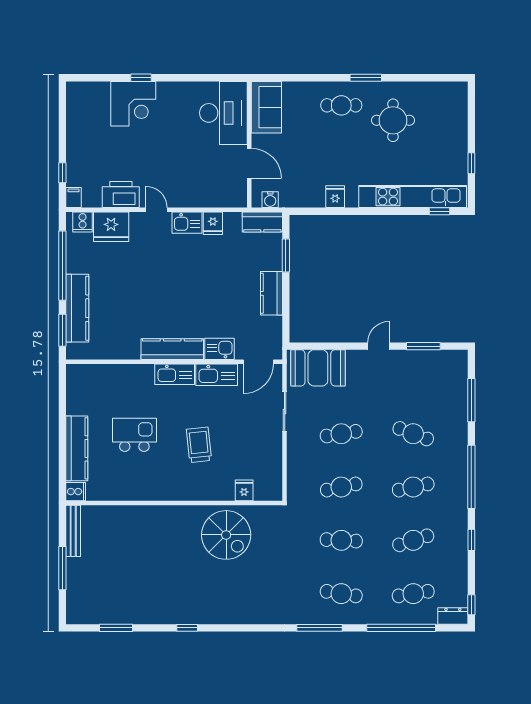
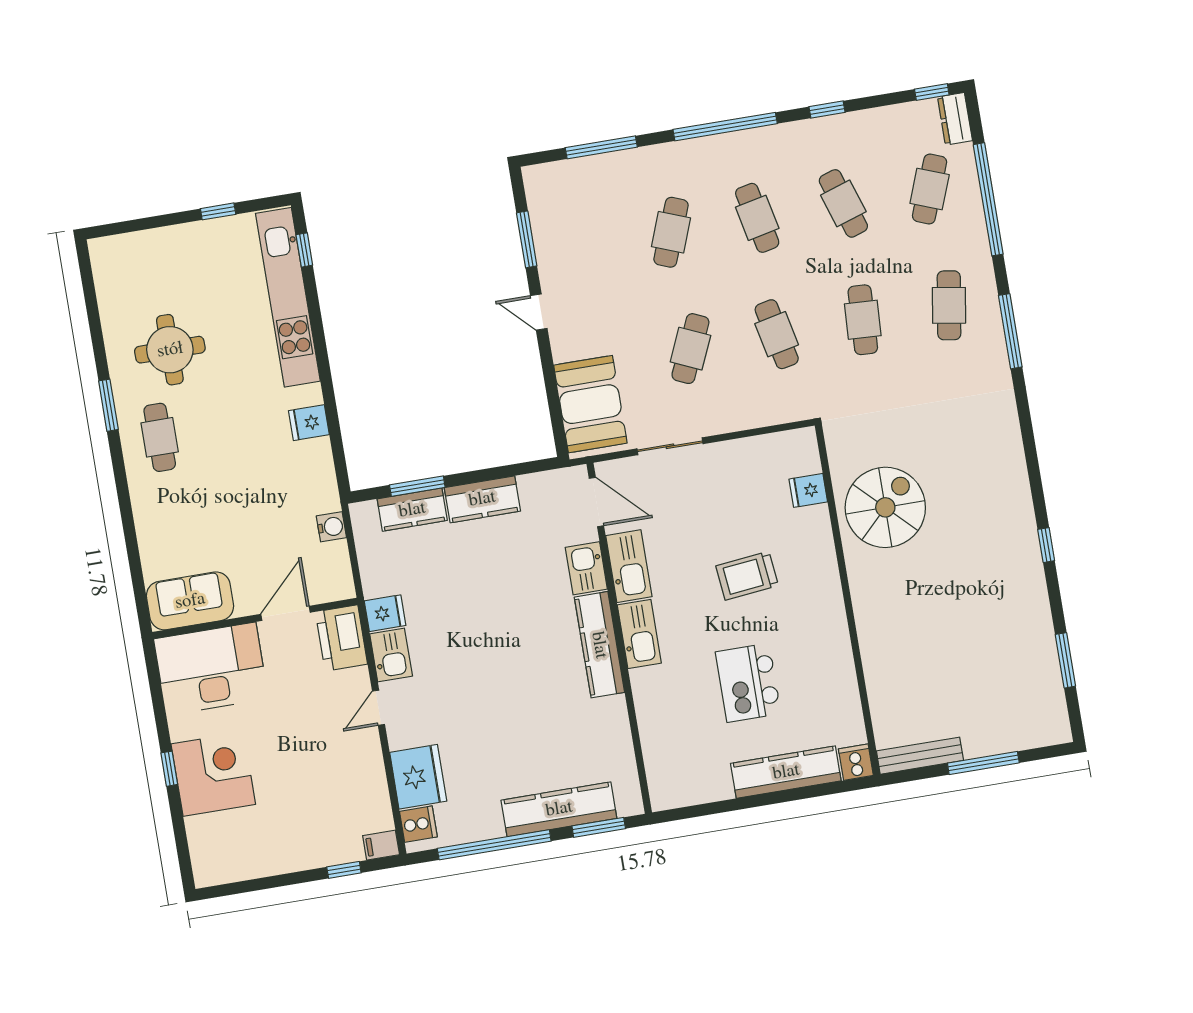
sofa: (266, 107) -> (190, 601), moved
desk: (223, 113) -> (211, 669), moved
wall: (249, 144) -> (255, 618), moved
door: (249, 163) -> (285, 613), moved
printer: (121, 195) -> (341, 638), moved
kitchen counter: (262, 222) -> (412, 510), moved, turned 90
cafe table: (341, 434) -> (690, 349), turned 33
cafe table: (413, 594) -> (930, 189), turned 30

